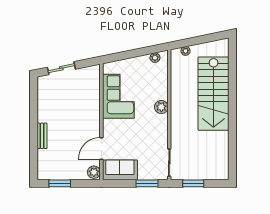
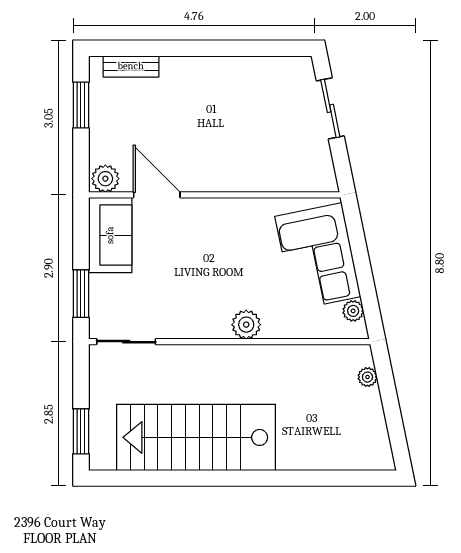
stairs: (213, 94) -> (196, 437), moved
corner sofa: (118, 96) -> (318, 256), moved, turned 78
bench: (42, 136) -> (131, 66), moved
window: (193, 183) -> (81, 431), moved

